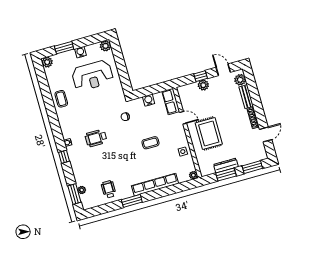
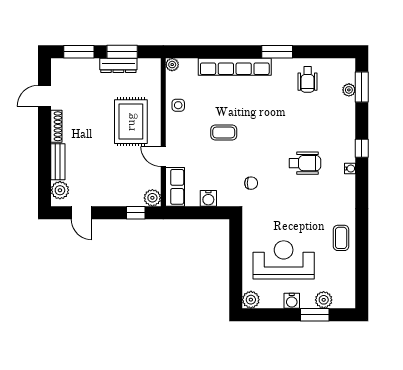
plant: (47, 62) -> (324, 300), moved
window: (201, 76) -> (136, 213), moved
plant: (203, 85) -> (152, 198), moved

